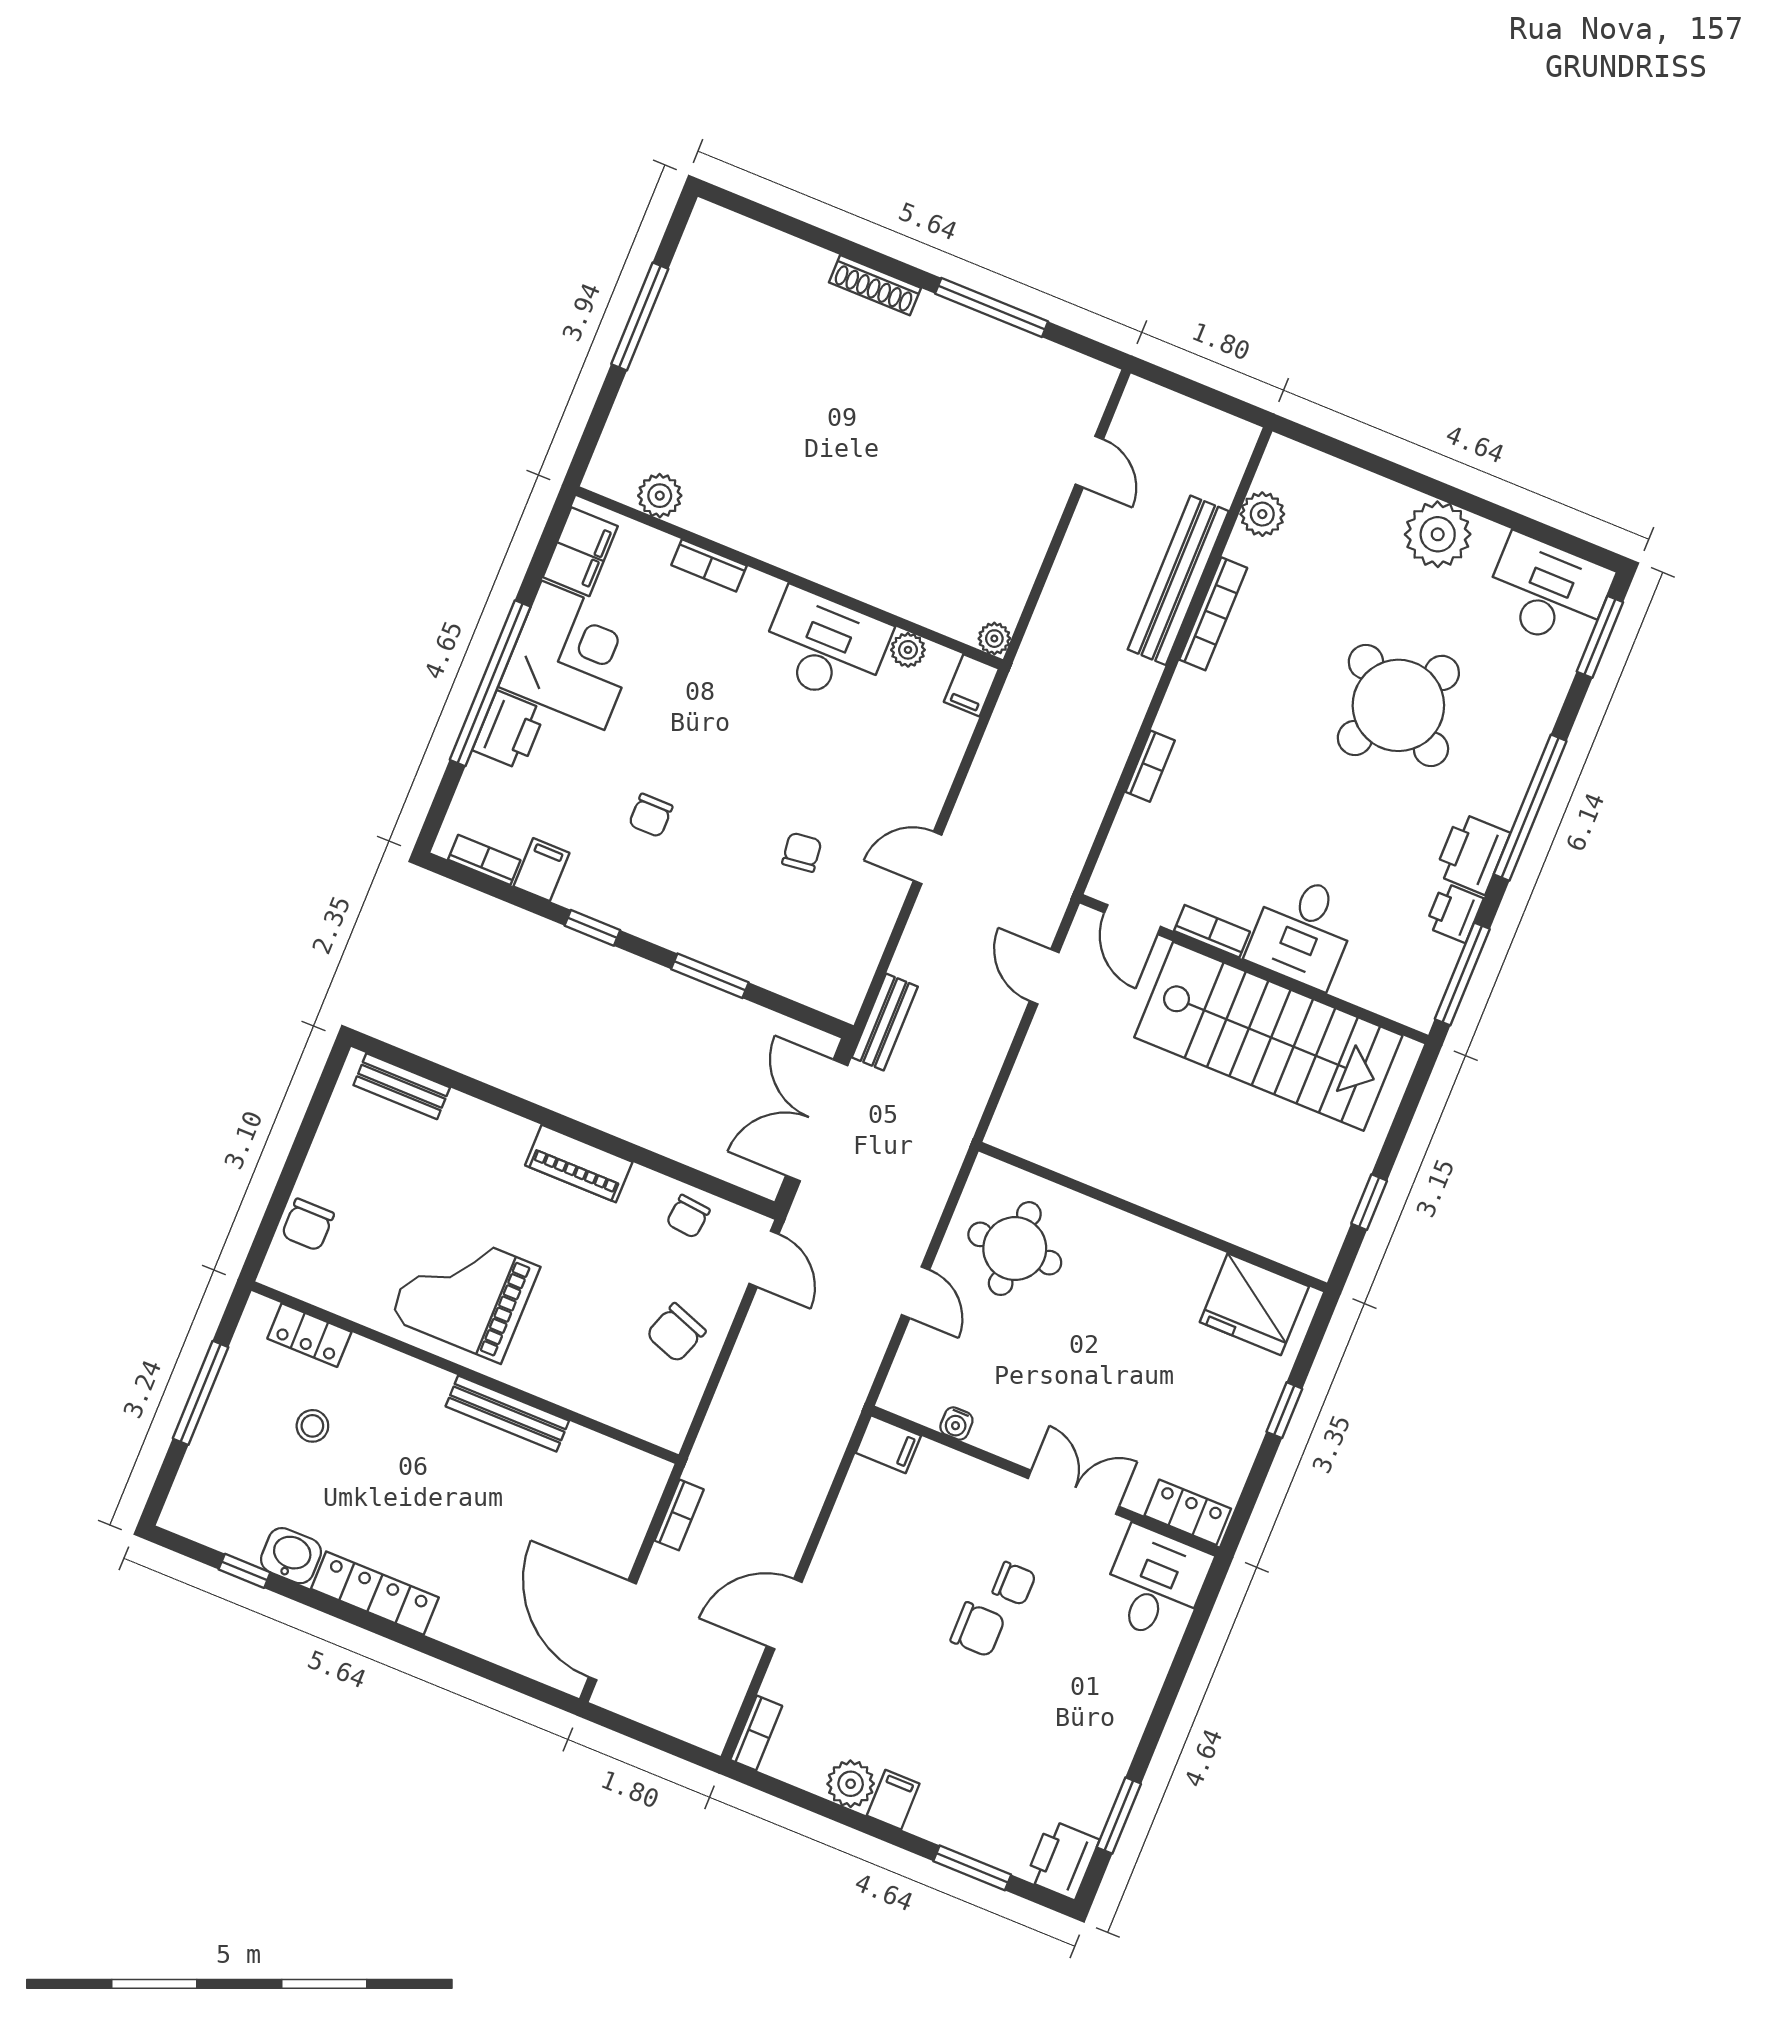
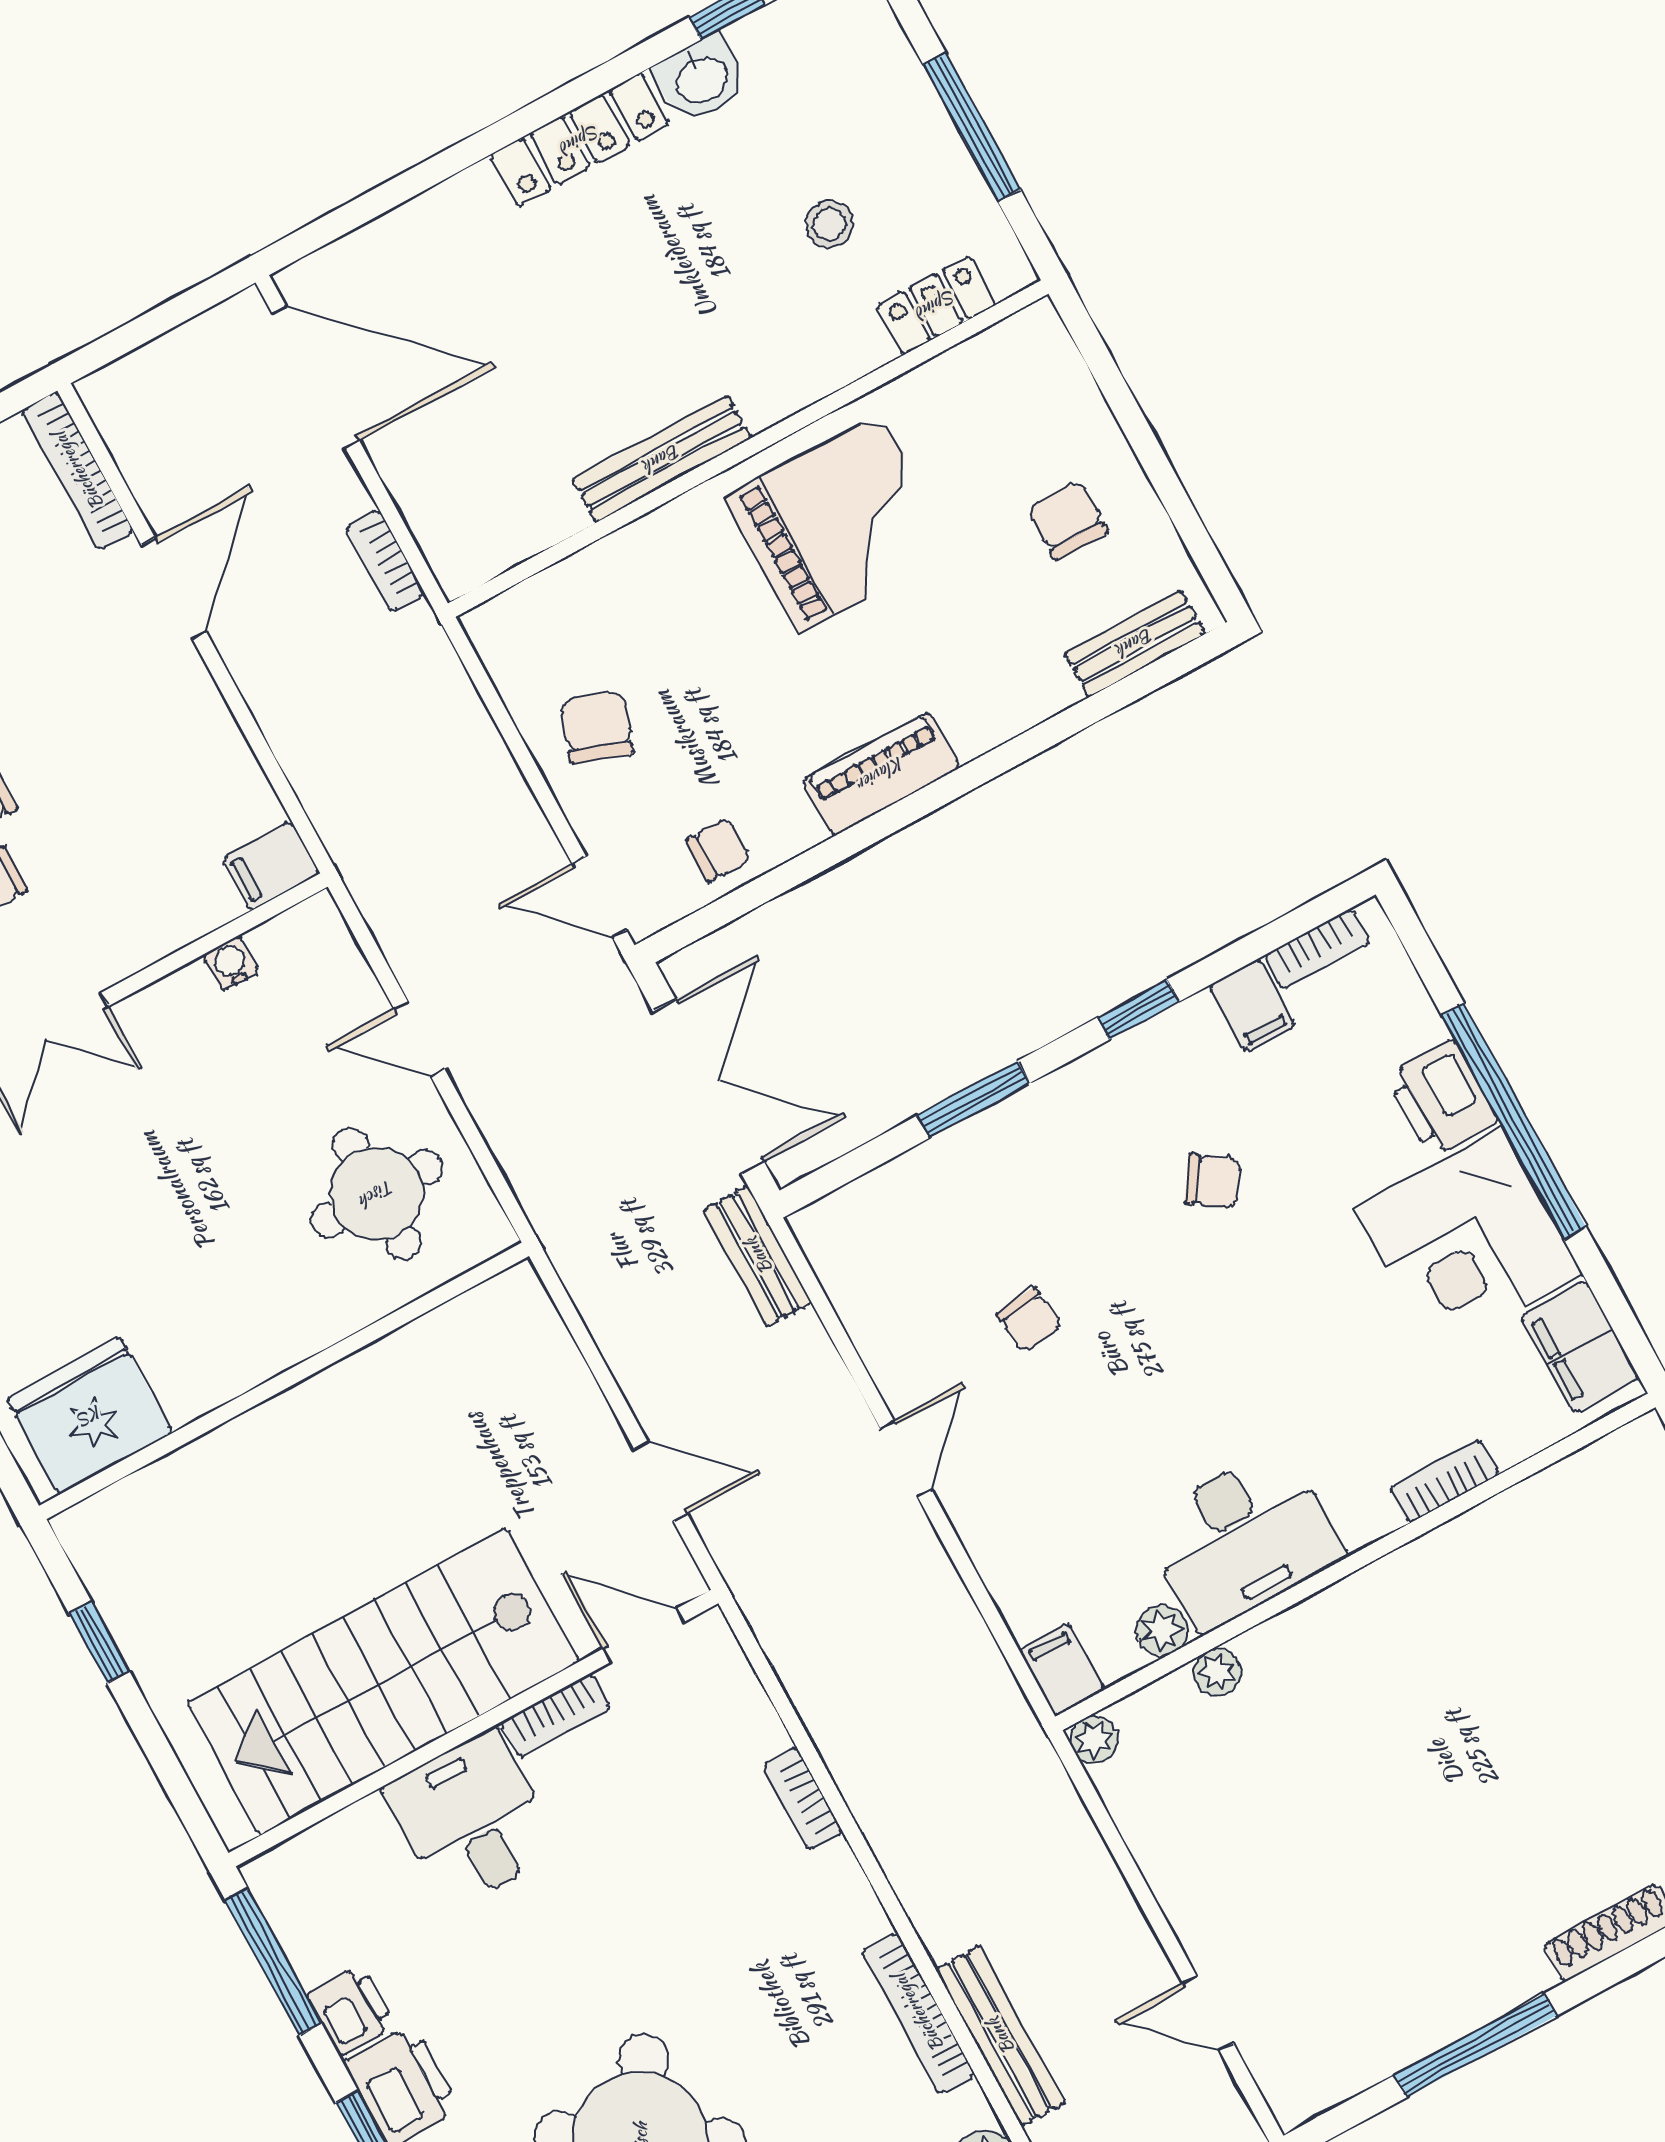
plant: (660, 496) -> (1217, 1672), moved, width x0.73, depth x0.73
bench: (1178, 580) -> (1000, 2036), width x0.73, depth x0.82
chair: (651, 815) -> (1212, 1181), turned 125
chair: (688, 1216) -> (719, 849), turned 84
chair: (308, 1225) -> (1067, 520), moved
bookcase: (756, 1733) -> (78, 471), width x1.56

